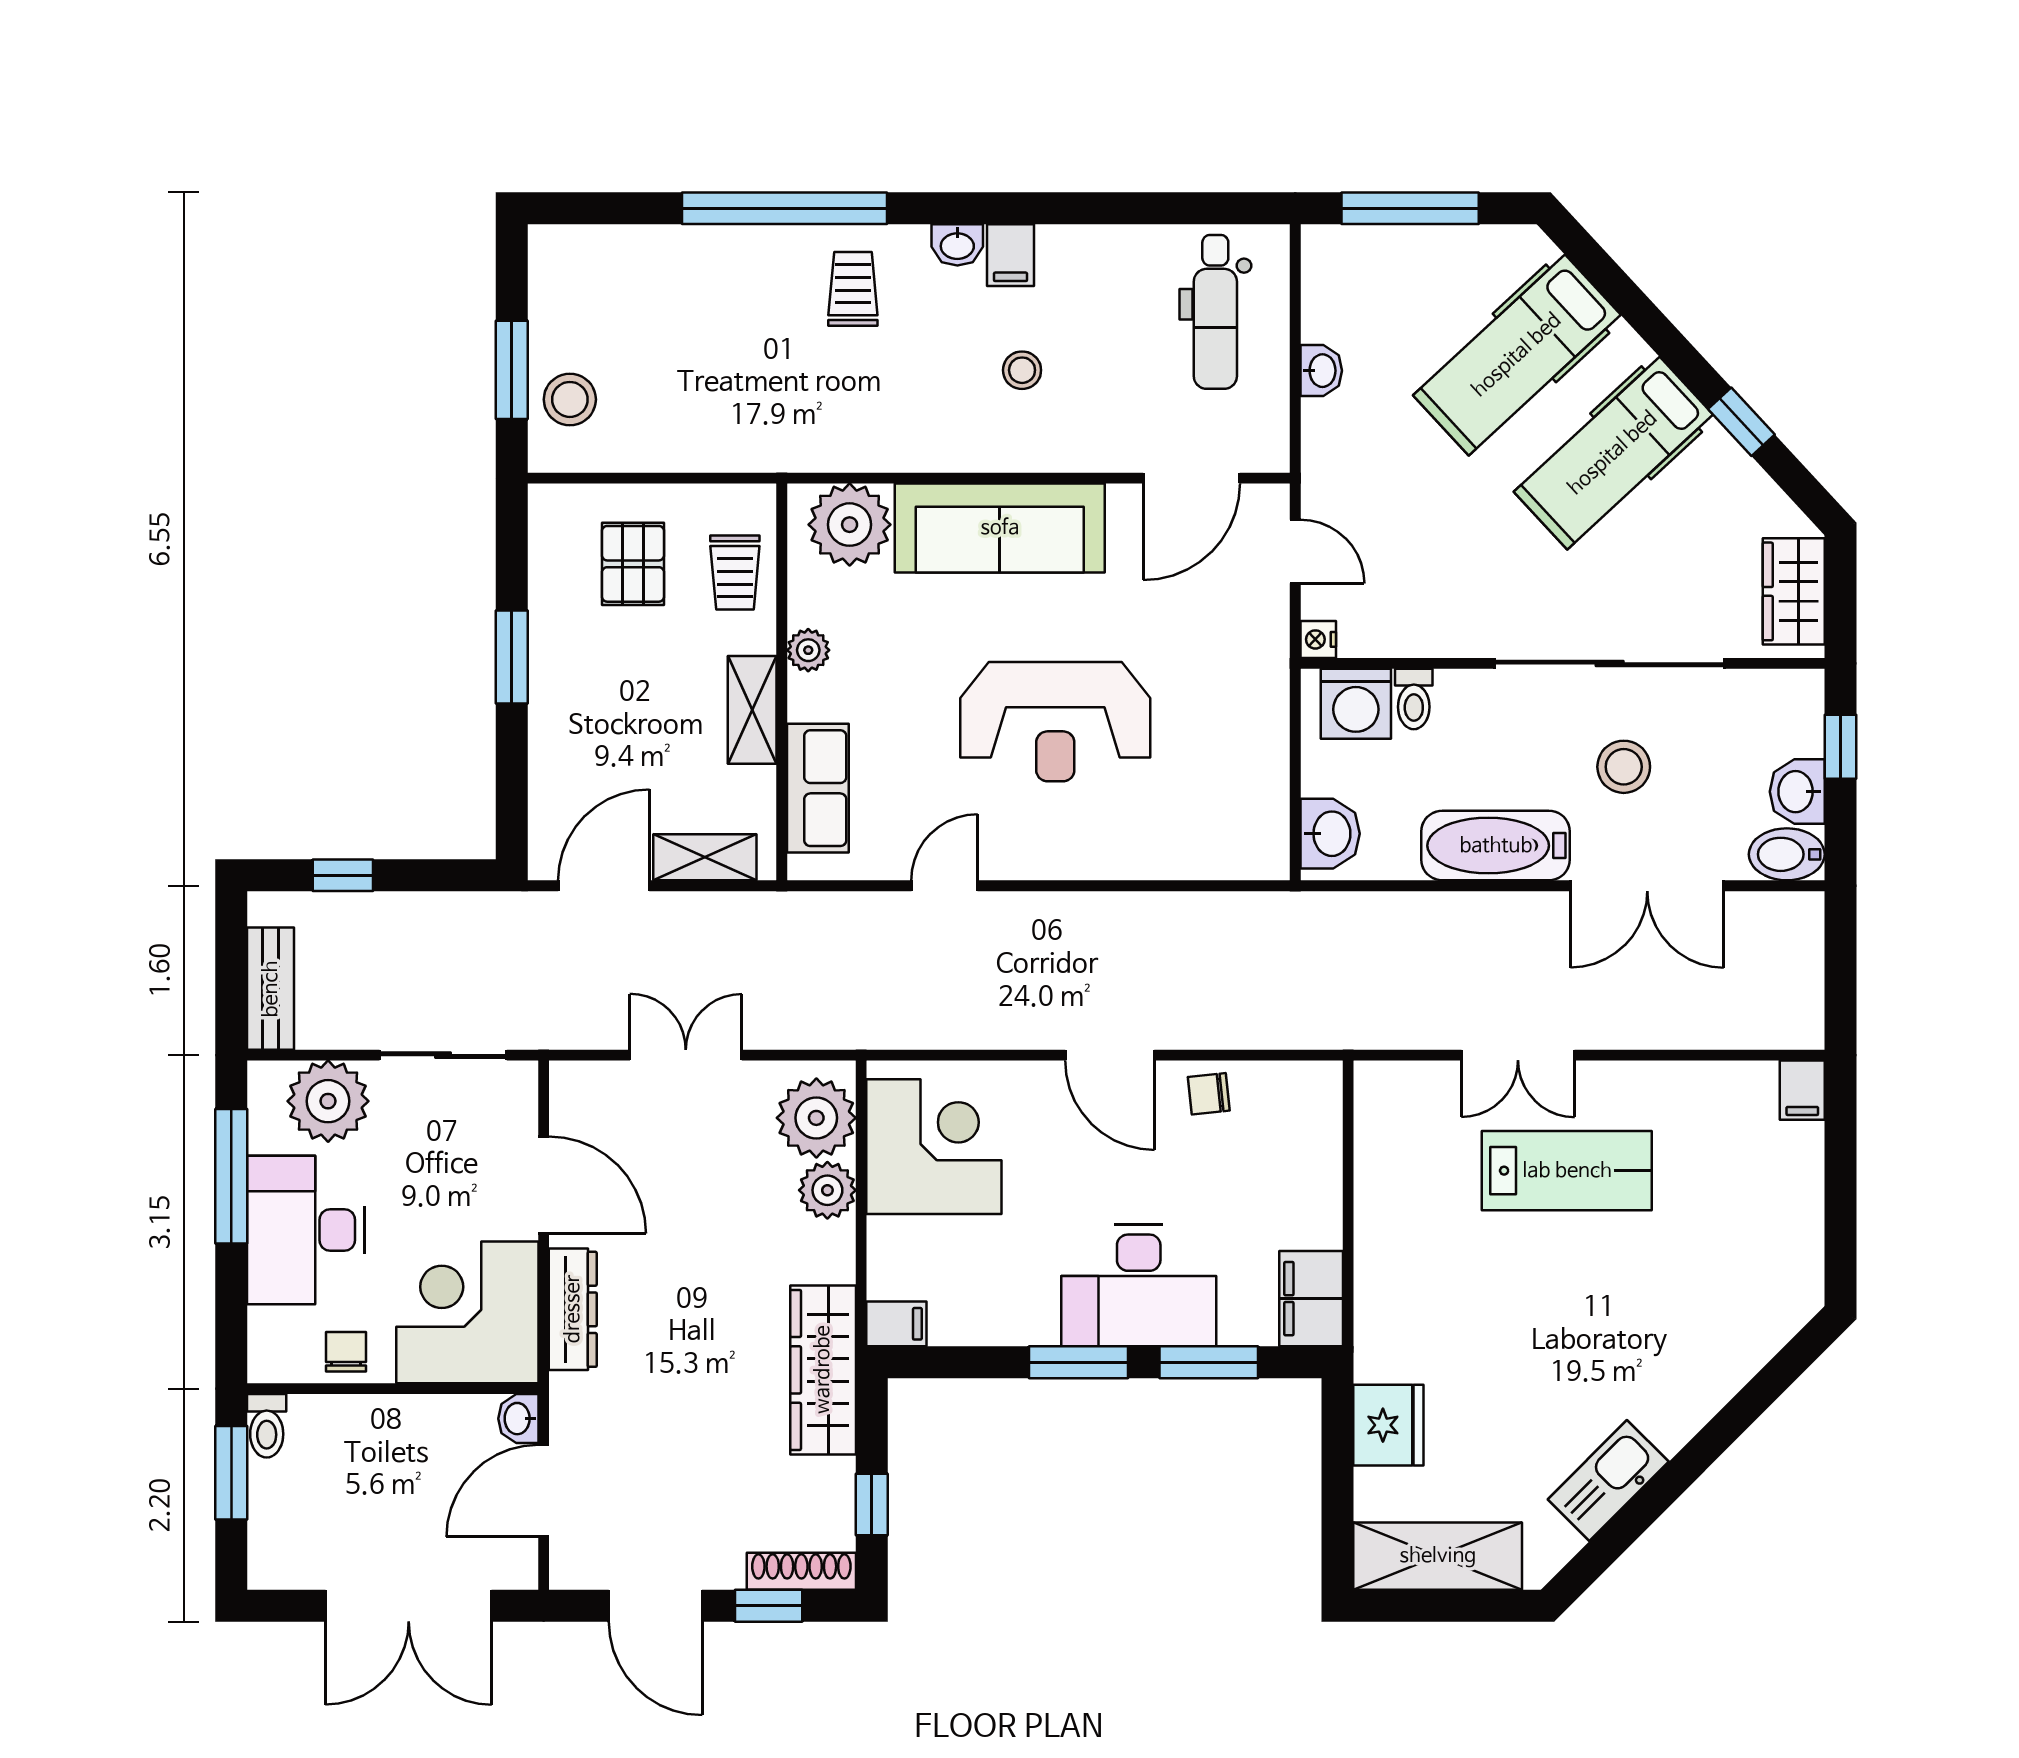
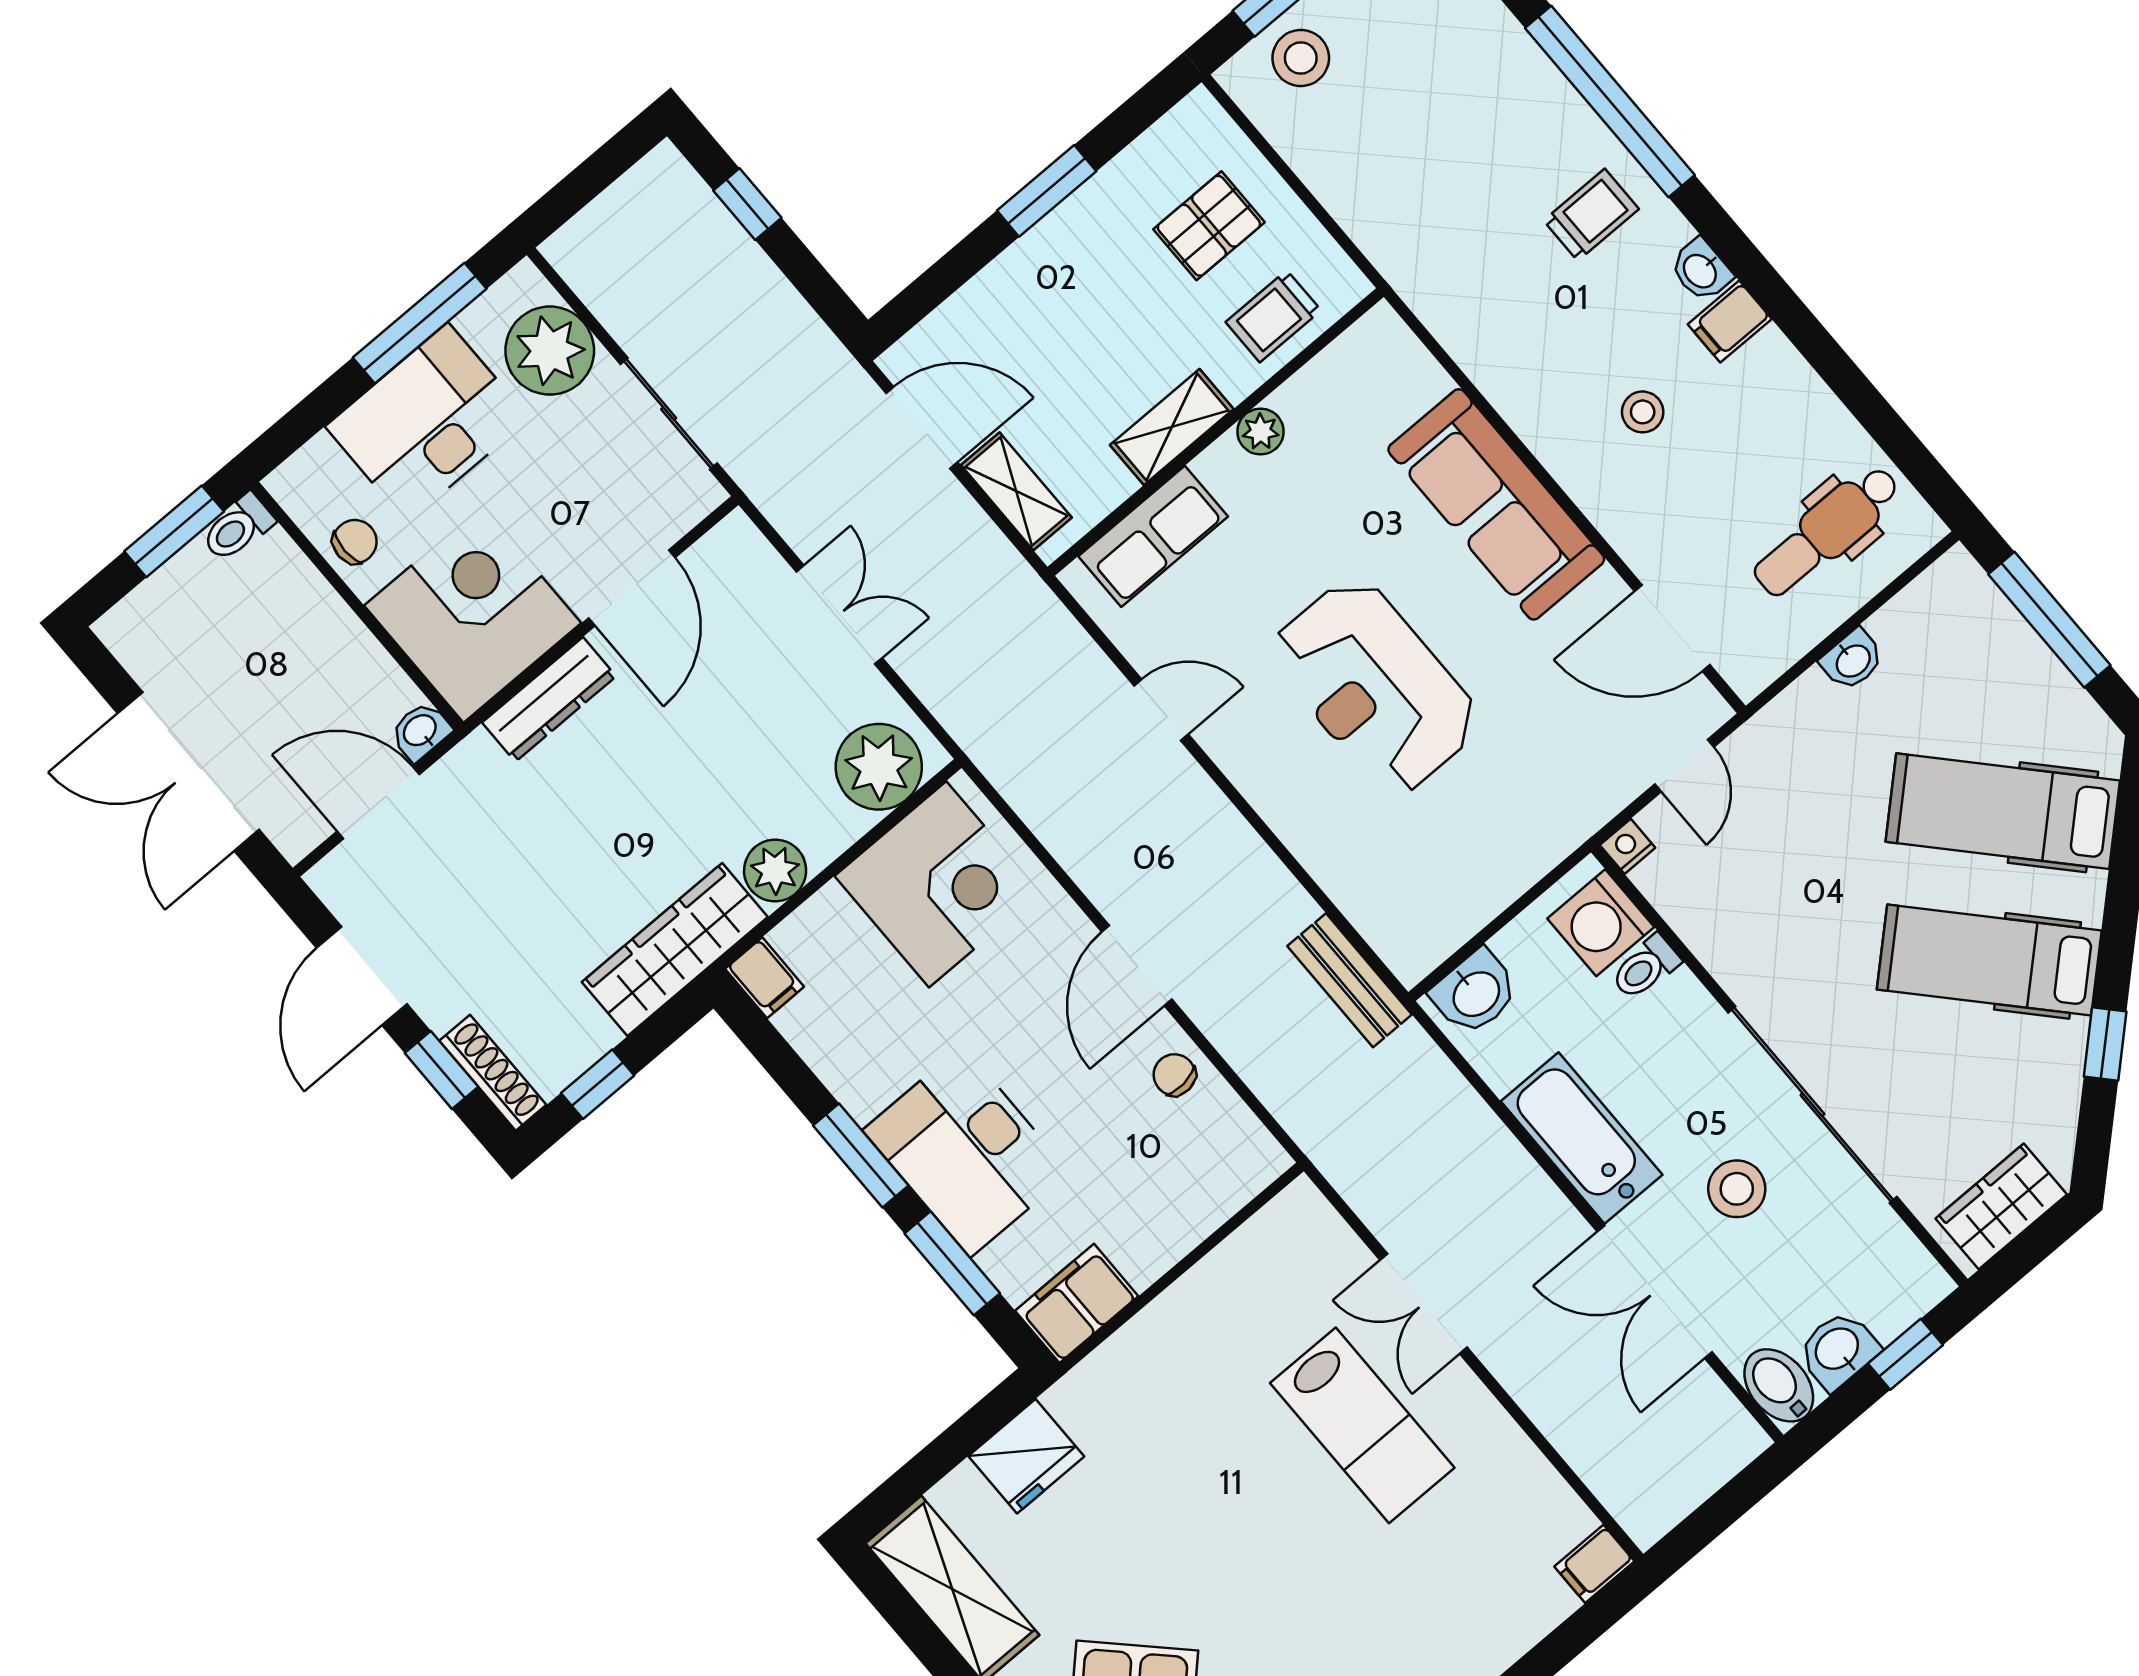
plant: (850, 525) -> (1394, 378), removed
bench: (271, 989) -> (1350, 980), moved, turned 90
plant: (827, 1190) -> (775, 870), moved

